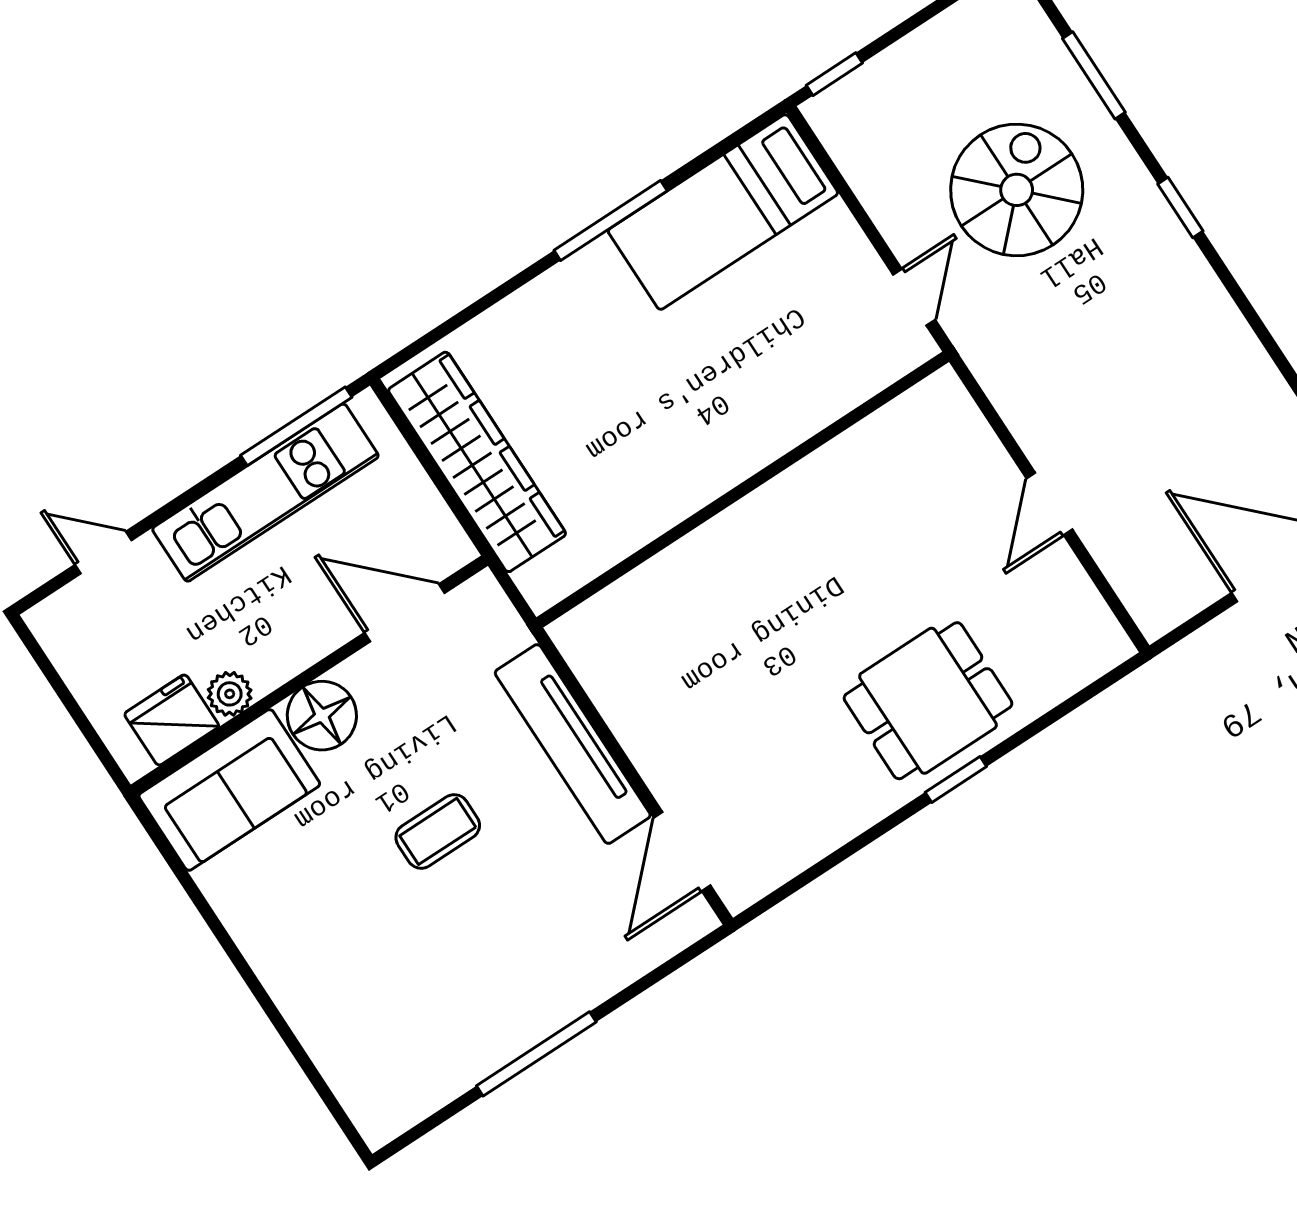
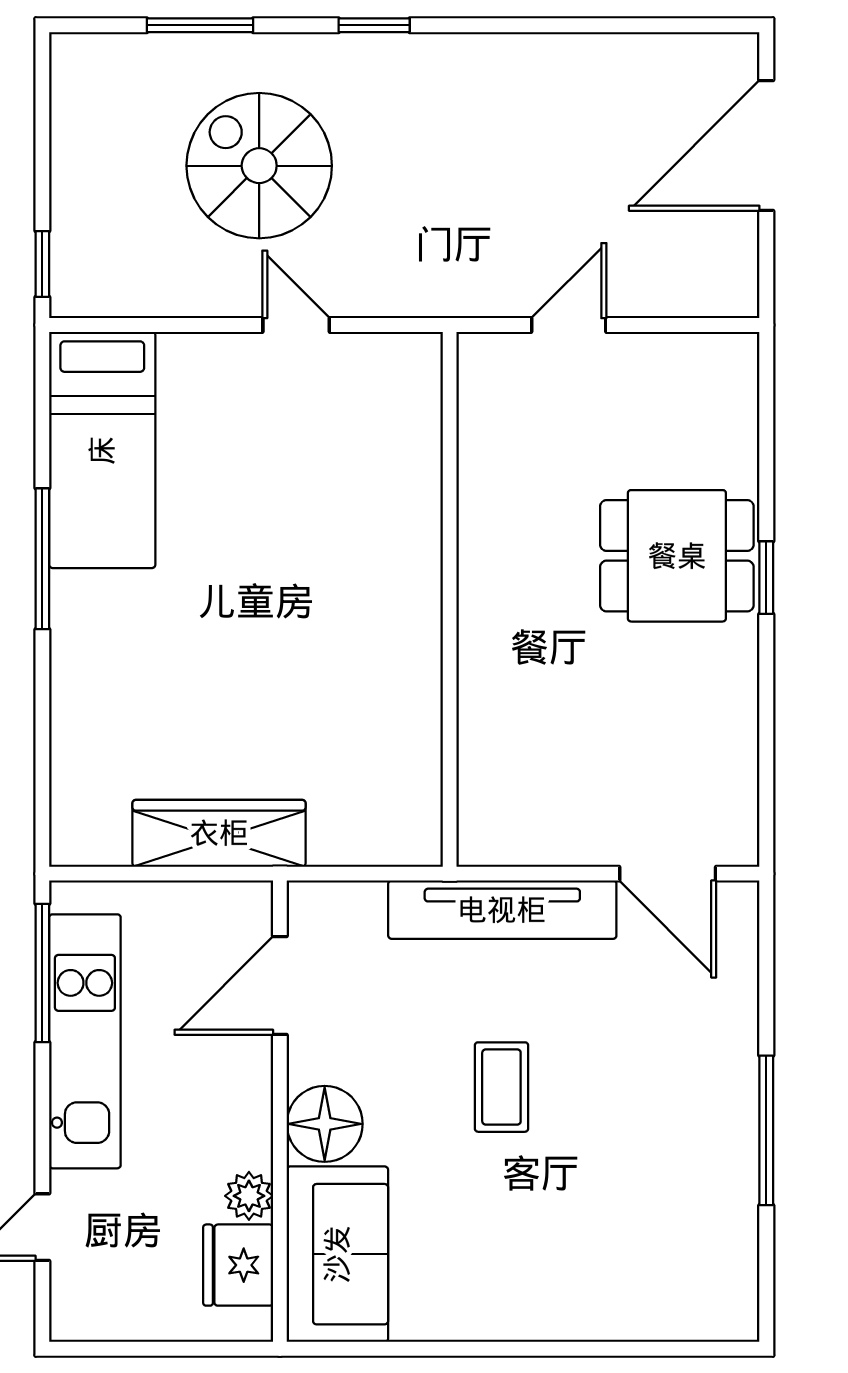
wardrobe: (477, 462) -> (219, 833), width x0.71, depth x0.85
wall: (743, 490) -> (450, 599), moved
door: (1049, 504) -> (569, 325), swing flipped
dining table: (928, 701) -> (677, 556), turned 90

